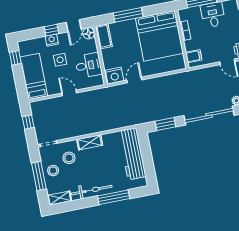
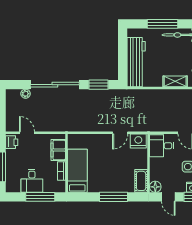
door: (74, 26) -> (168, 197), swing flipped
bed: (159, 36) -> (77, 171), width x0.49
filing cabinet: (194, 56) -> (58, 150), width x2.00
desk: (88, 65) -> (162, 146), moved

